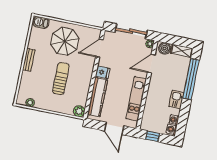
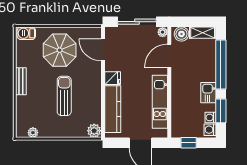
door: (99, 48) -> (103, 50), hinge flipped
window: (183, 116) -> (221, 111), added

